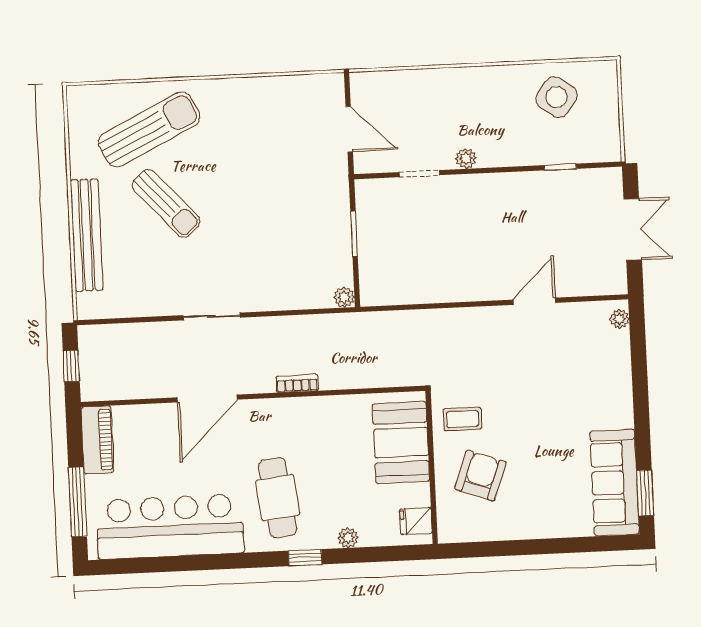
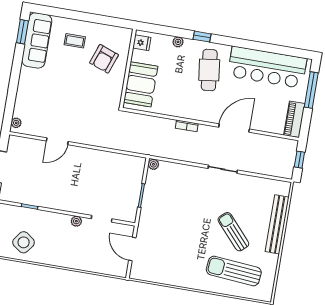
sun lounger: (149, 129) -> (234, 271), turned 31
coffee table: (462, 419) -> (75, 41), moved

